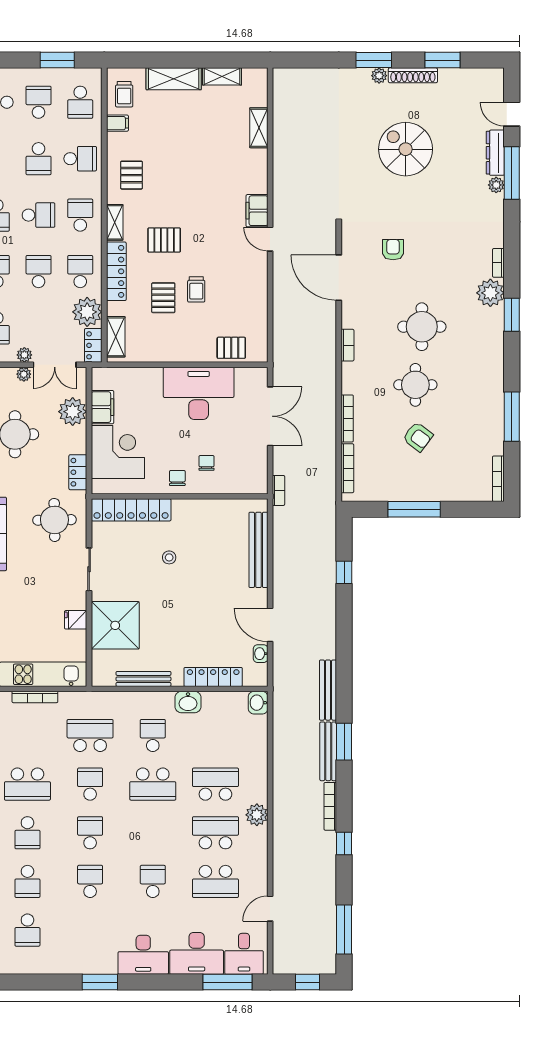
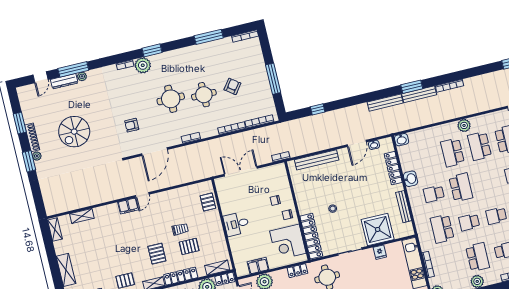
shelving: (222, 76) -> (55, 230), moved
desk: (199, 393) -> (236, 224), width x0.53, depth x0.77
corner desk: (118, 452) -> (288, 242), moved, turned -90
window: (344, 843) -> (468, 73), removed

